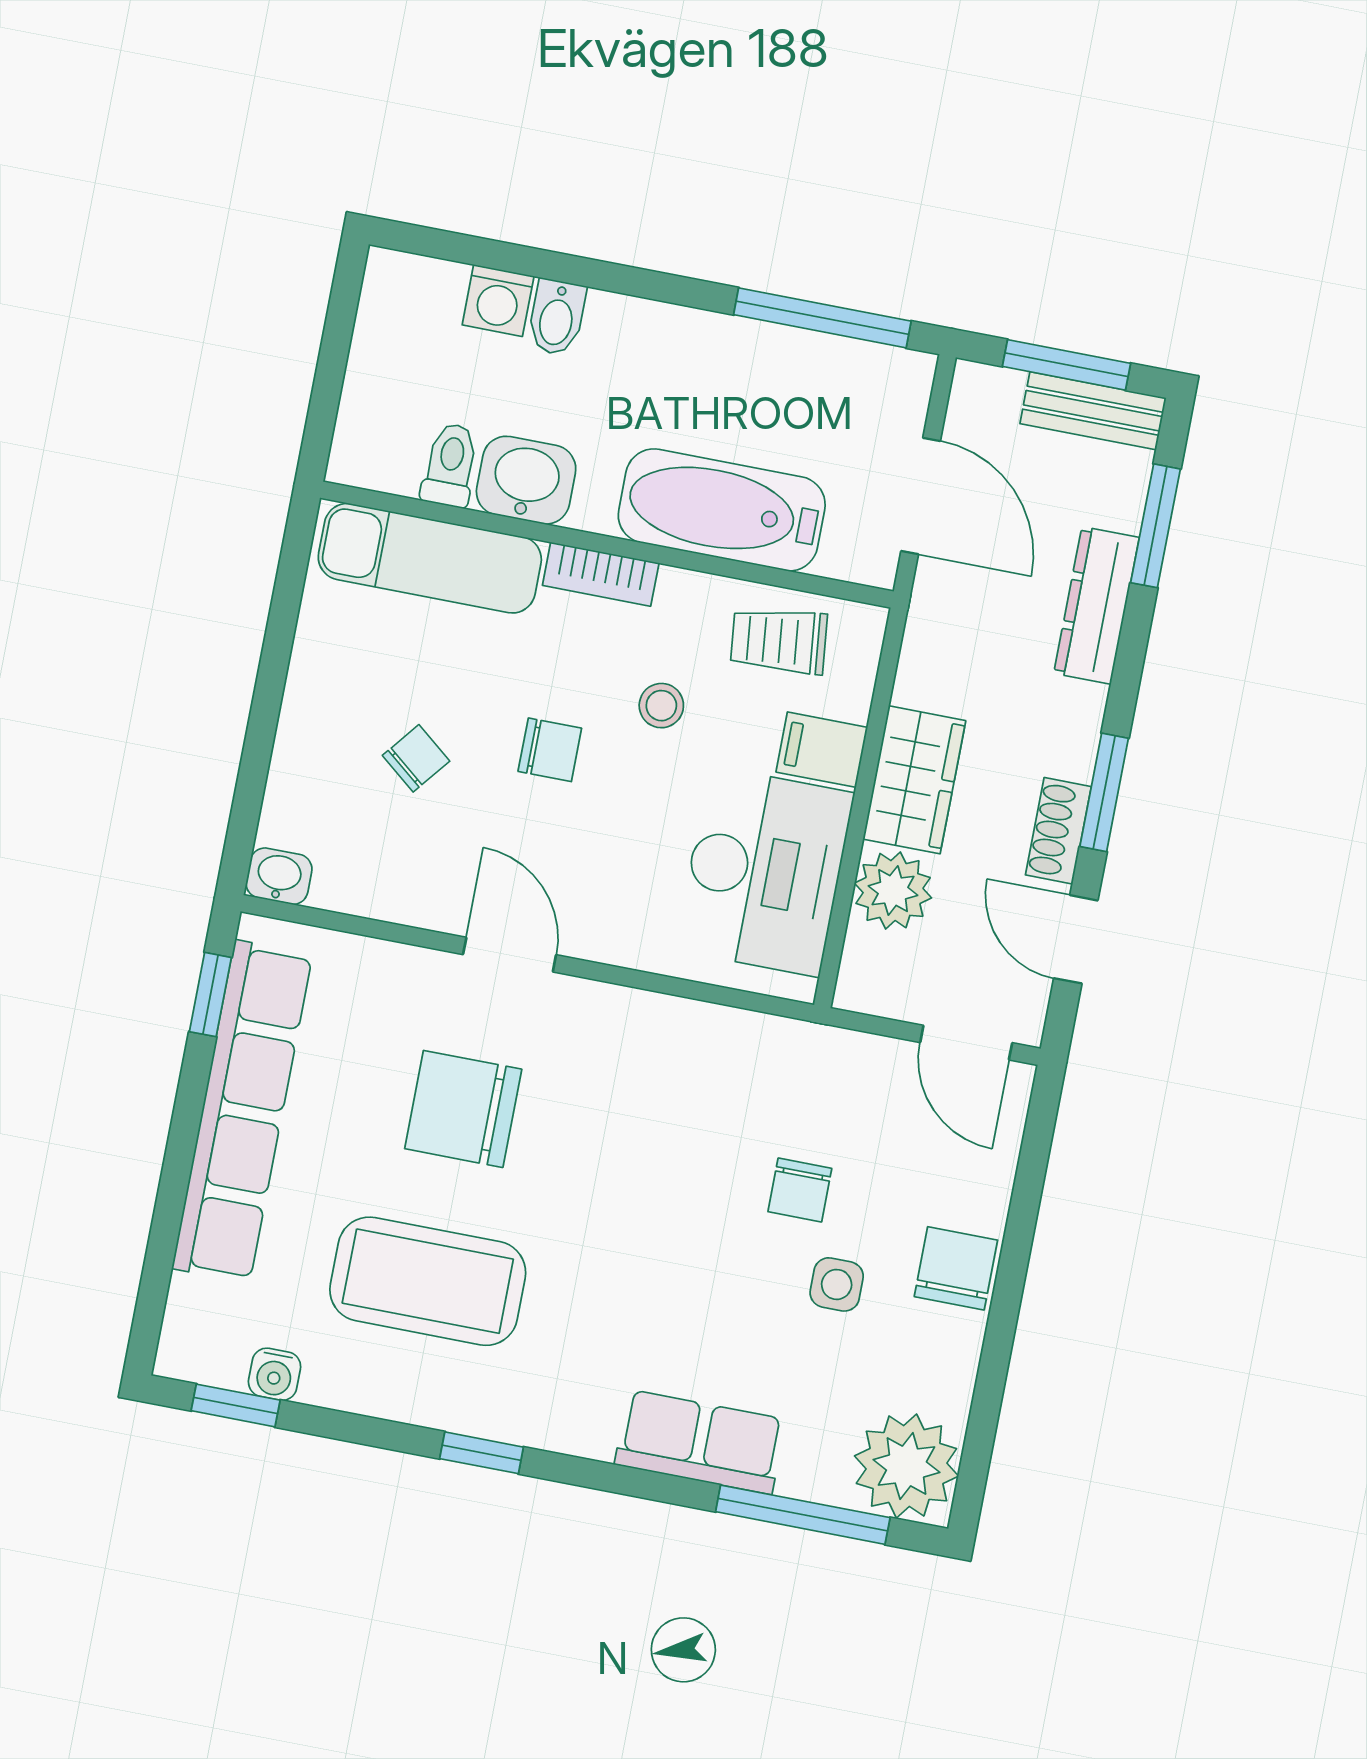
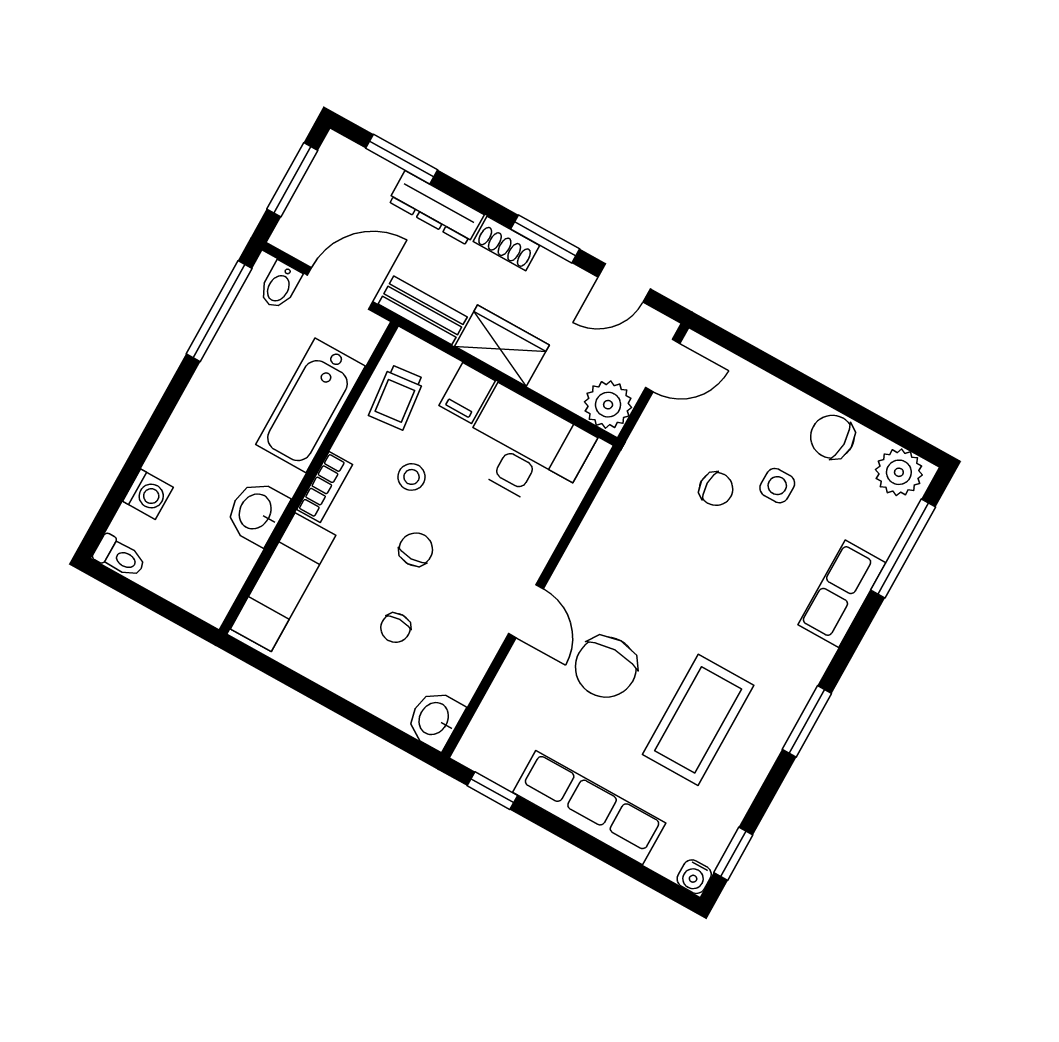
bidet: (557, 317) -> (280, 286), moved, turned 90
bench: (1093, 411) -> (423, 310), moved, turned 90
toilet: (450, 465) -> (120, 557), moved, turned 180
chair: (416, 758) -> (395, 628), turned -129
shoe rack: (1058, 831) -> (506, 243), moved
washbasin: (279, 876) -> (435, 719), width x1.38, depth x1.45
plant: (893, 891) -> (608, 405), moved
door: (510, 955) -> (526, 611), swing flipped
row of seats: (242, 1111) -> (589, 808), width x0.73
chair: (956, 1268) -> (832, 437), moved
water cooler: (275, 1374) -> (694, 877), moved, turned 90
window: (482, 1453) -> (807, 721), width x1.50
plant: (906, 1466) -> (899, 472), width x0.73, depth x0.73

